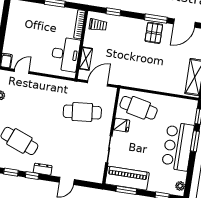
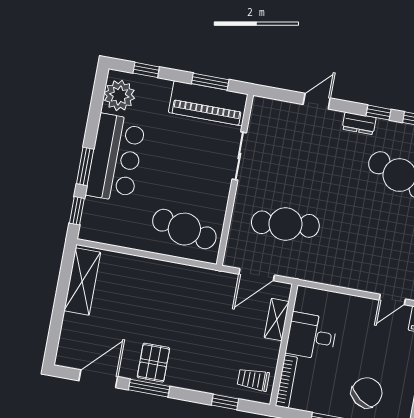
chair: (34, 19) -> (367, 393), added
desk: (65, 54) -> (311, 336), width x0.73
fridge: (122, 125) -> (216, 199), removed
plant: (180, 186) -> (119, 95), width x1.88, depth x1.88

